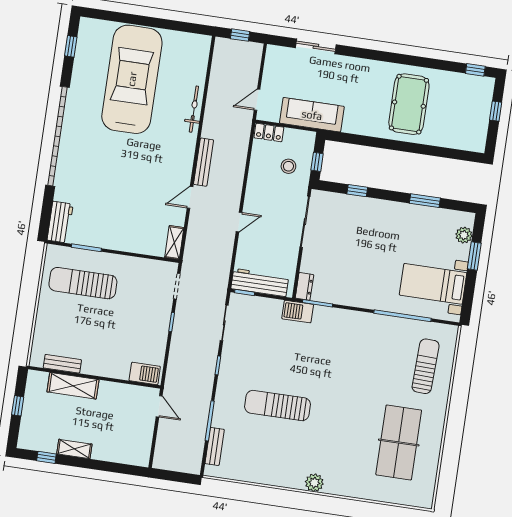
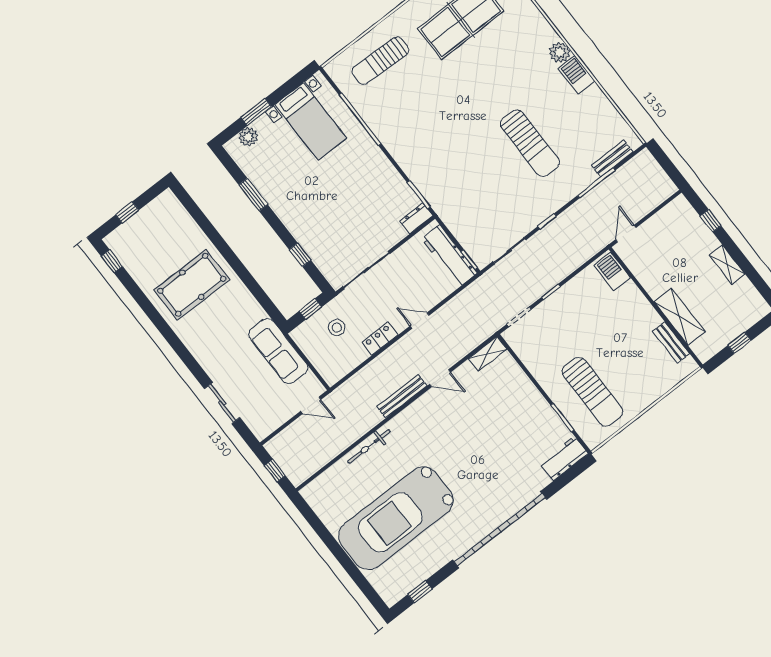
locker: (269, 133) -> (380, 339), moved, turned -90
barbecue: (298, 312) -> (577, 75), moved, turned 180
window: (46, 457) -> (711, 221), moved

